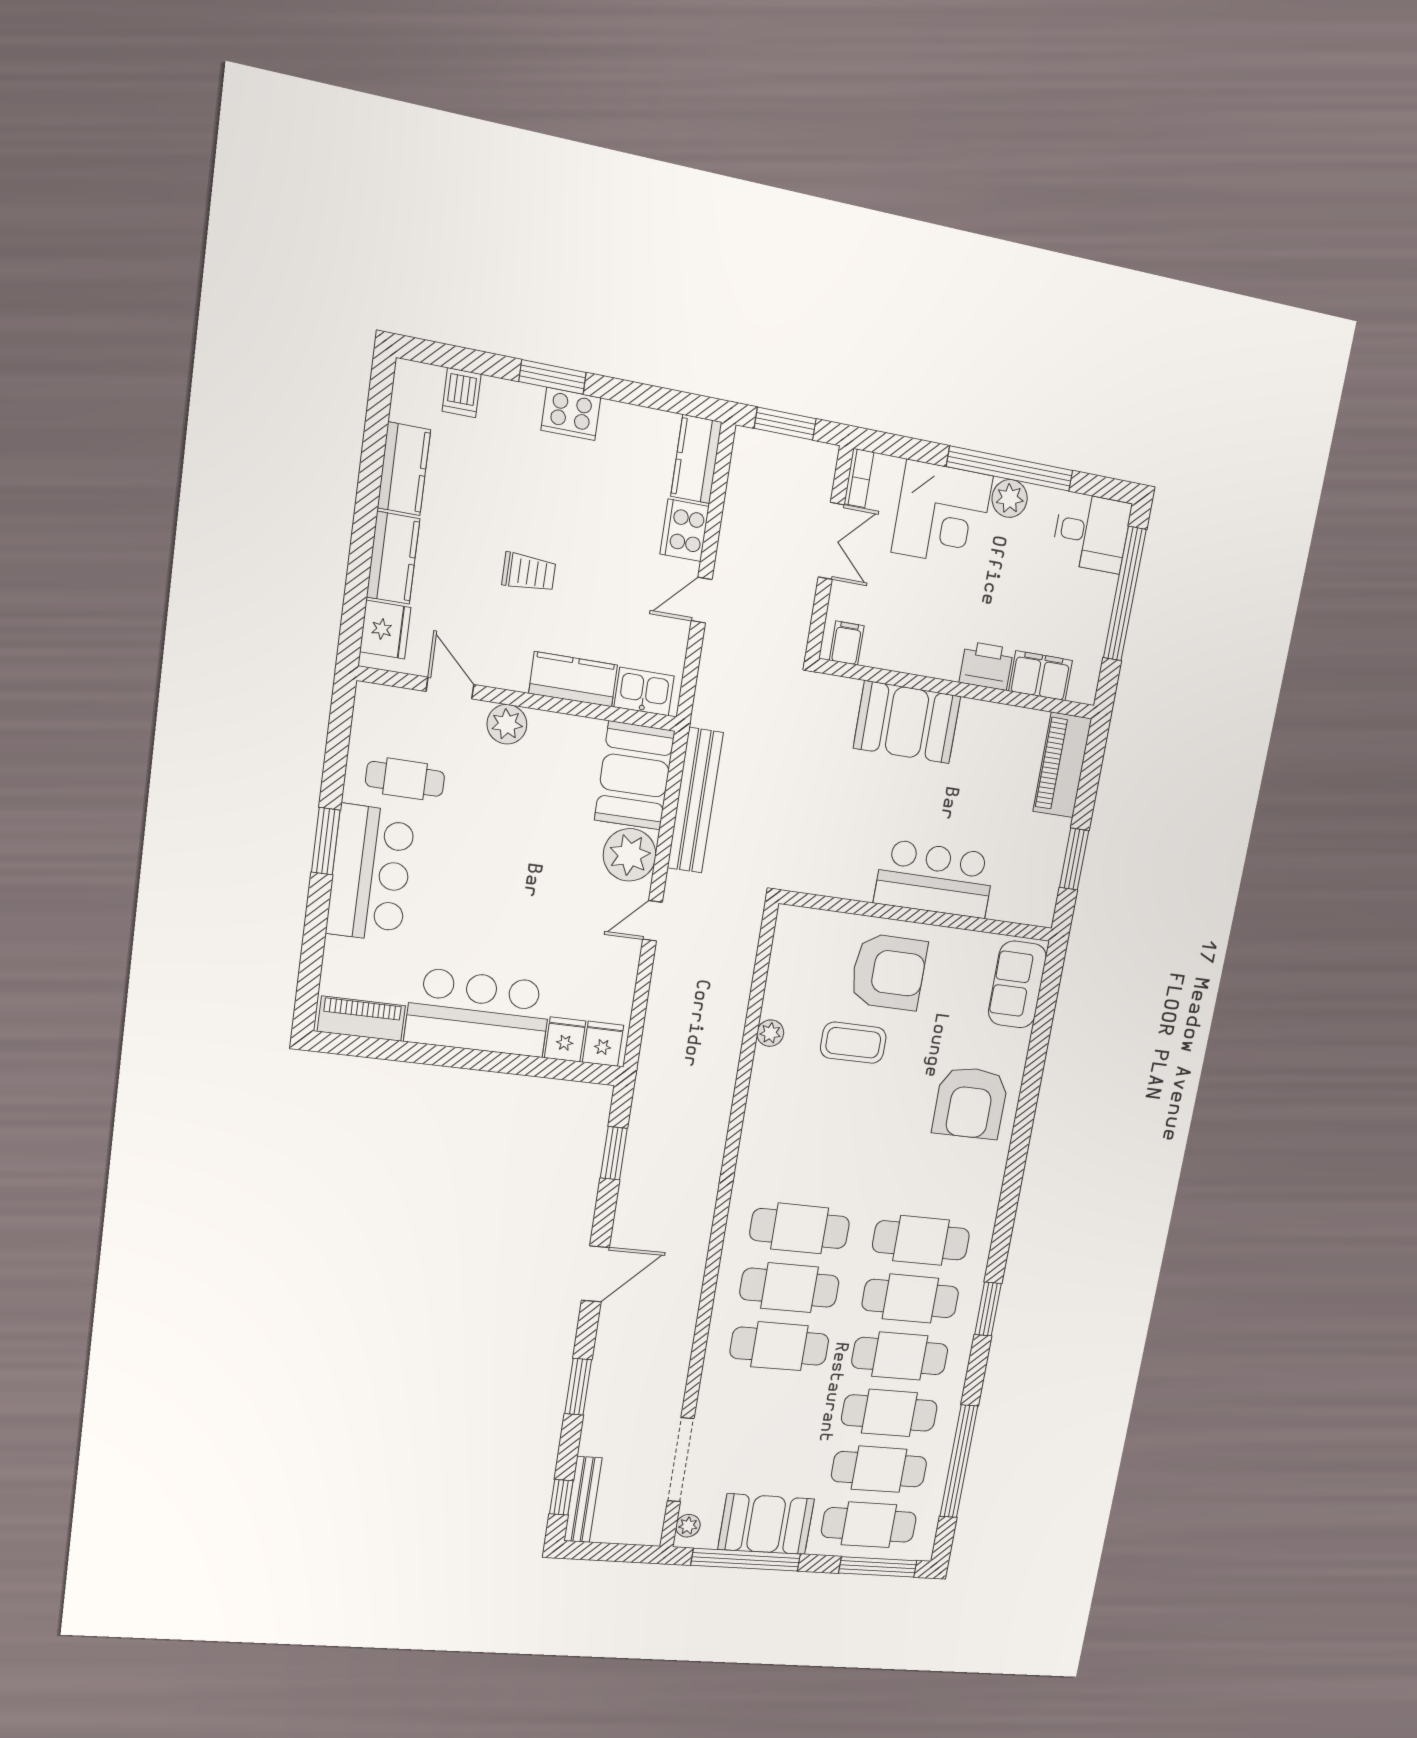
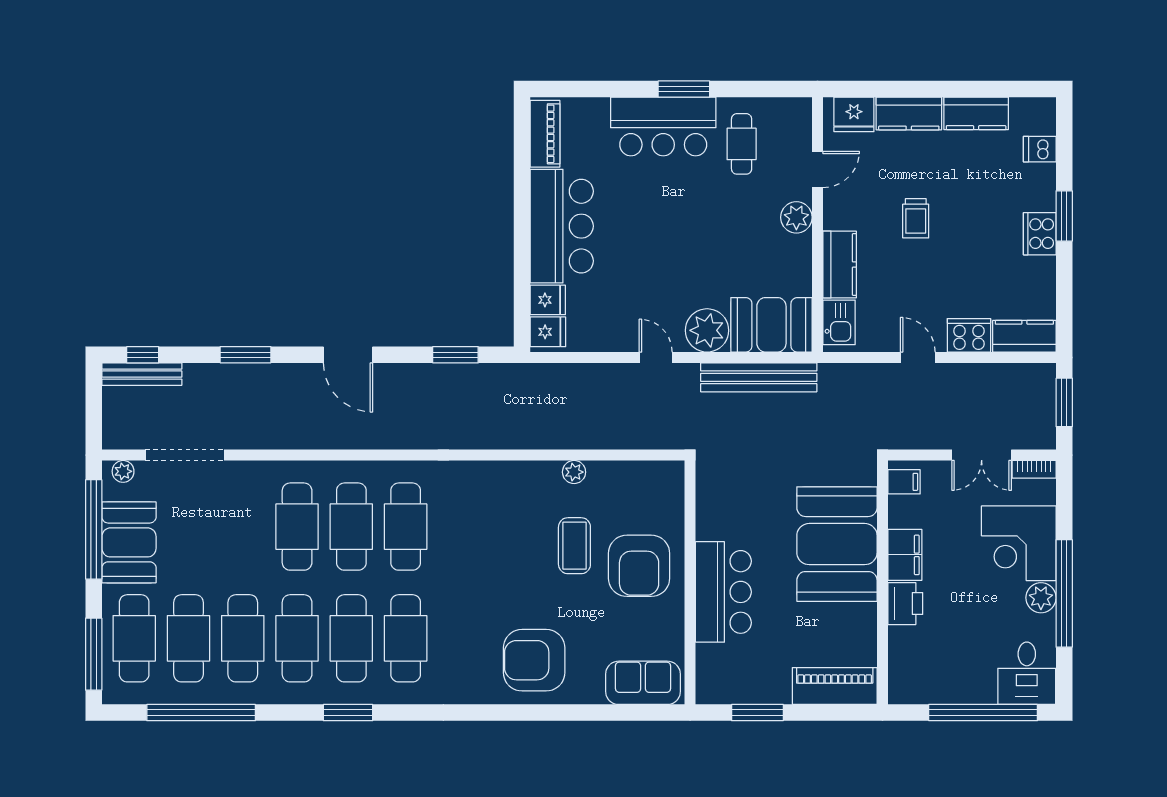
filing cabinet: (1041, 676) -> (905, 555), moved
booth: (907, 722) -> (837, 544), width x1.36, depth x1.42

